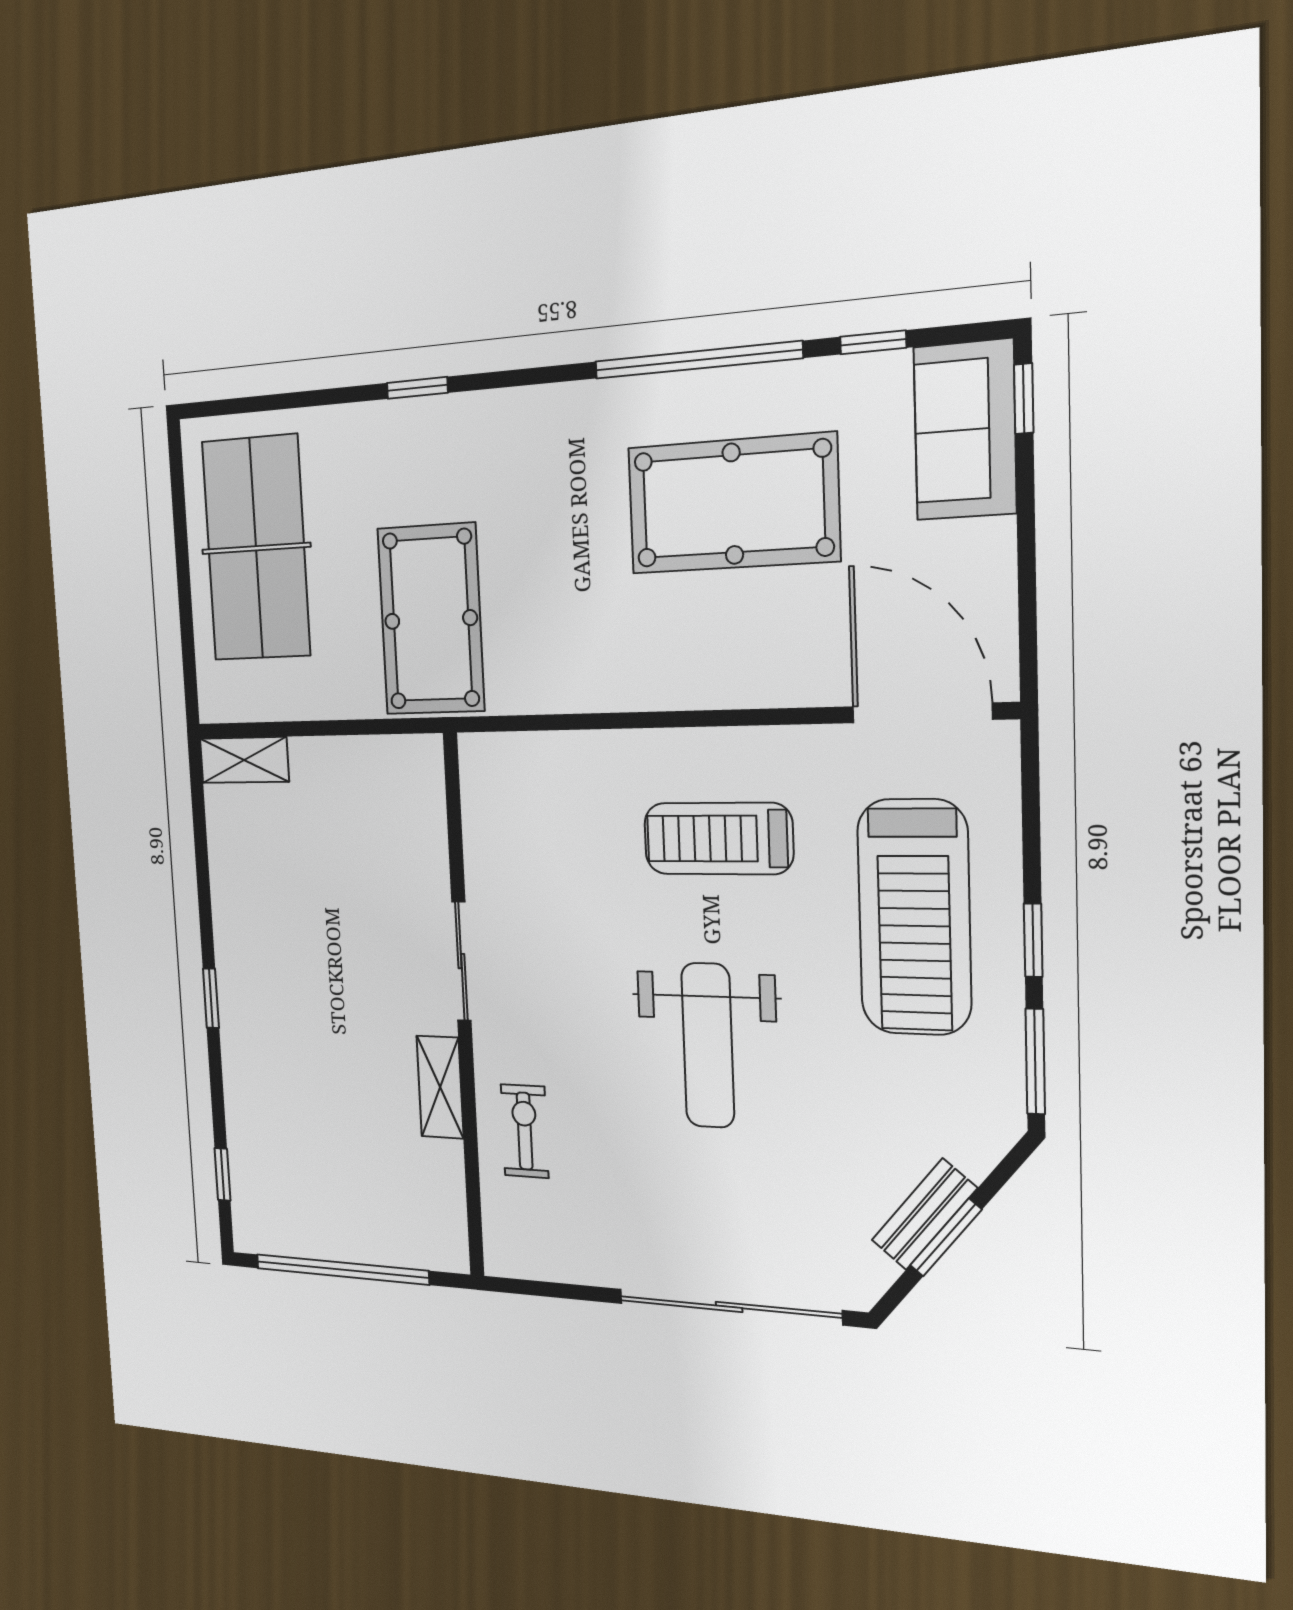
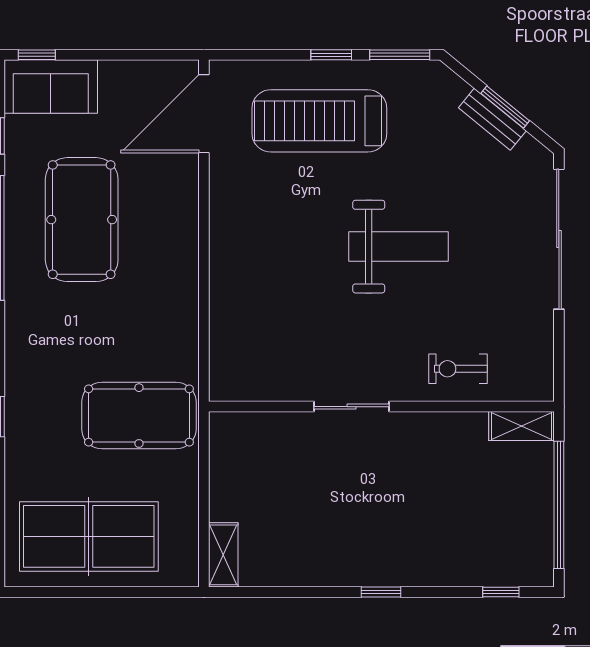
treadmill: (718, 839) -> (274, 236), removed
treadmill: (914, 917) -> (319, 121), turned 180
shelving: (440, 1087) -> (521, 426), moved

